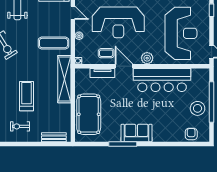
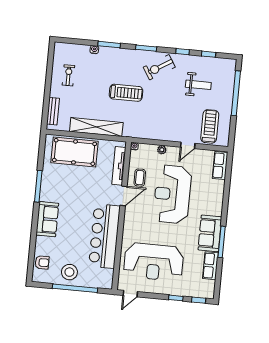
exercise mat: (54, 43) -> (156, 121), removed
plant: (147, 58) -> (130, 222), removed
tv unit: (102, 73) -> (119, 166), width x1.41
shelving: (64, 79) -> (96, 127), moved
treadmill: (27, 96) -> (126, 93), moved
sofa: (137, 133) -> (47, 219), moved

